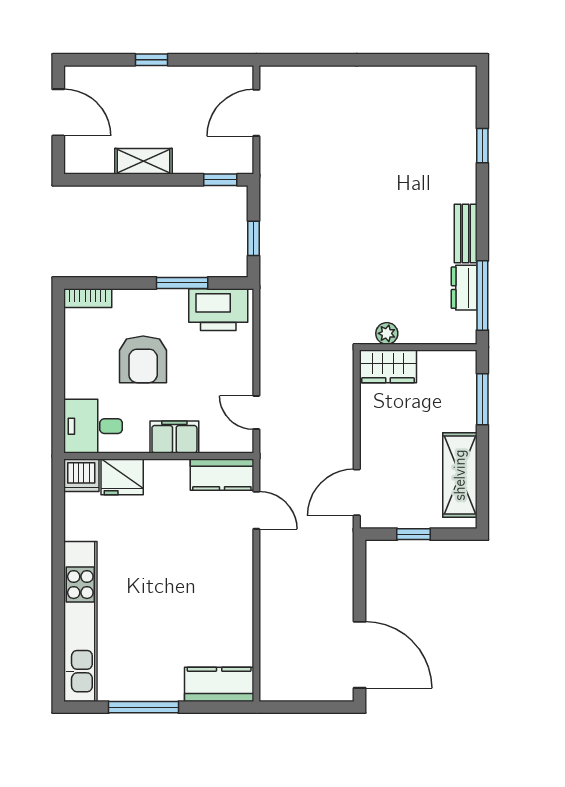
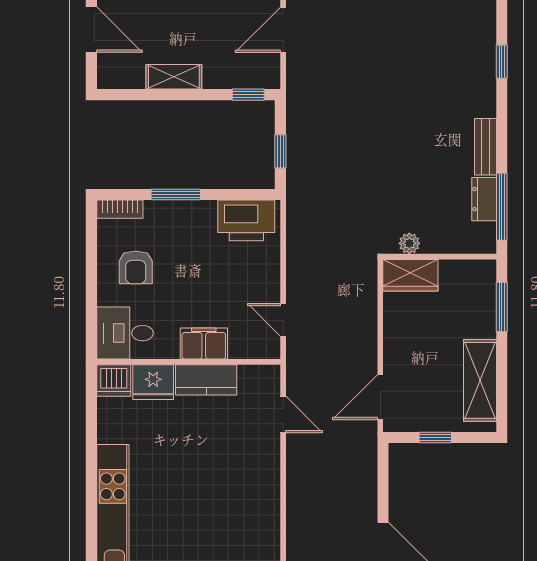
window: (182, 283) -> (176, 195), moved
armchair: (143, 359) -> (136, 267), moved, width x0.72, depth x0.72
kitchen counter: (222, 475) -> (206, 380), moved

